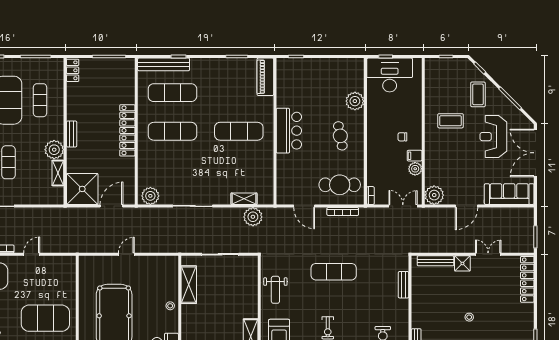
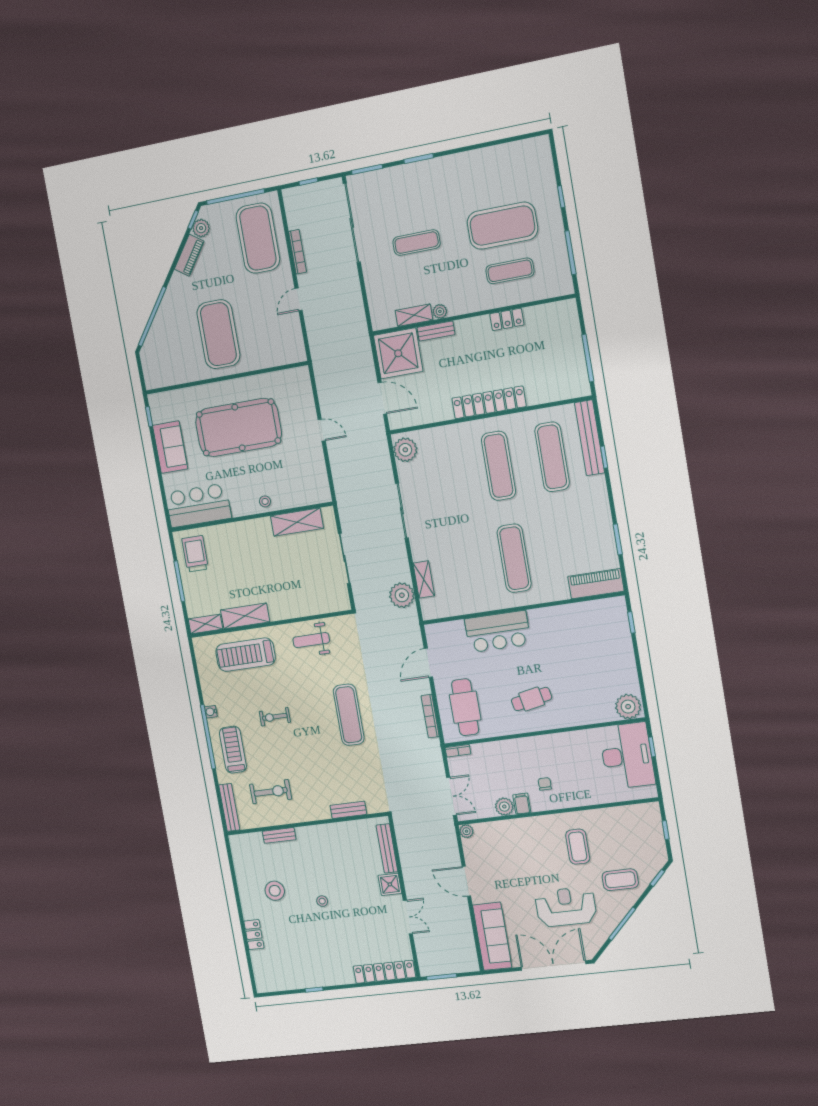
locker: (73, 70) -> (507, 319), moved
plant: (355, 101) -> (628, 707), moved
bar counter: (289, 131) -> (498, 632), moved
bench: (72, 134) -> (436, 331), moved
plant: (54, 150) -> (440, 311), width x0.53, depth x0.53
plant: (434, 195) -> (466, 831), width x0.53, depth x0.53
door: (32, 254) -> (299, 299), swing flipped

